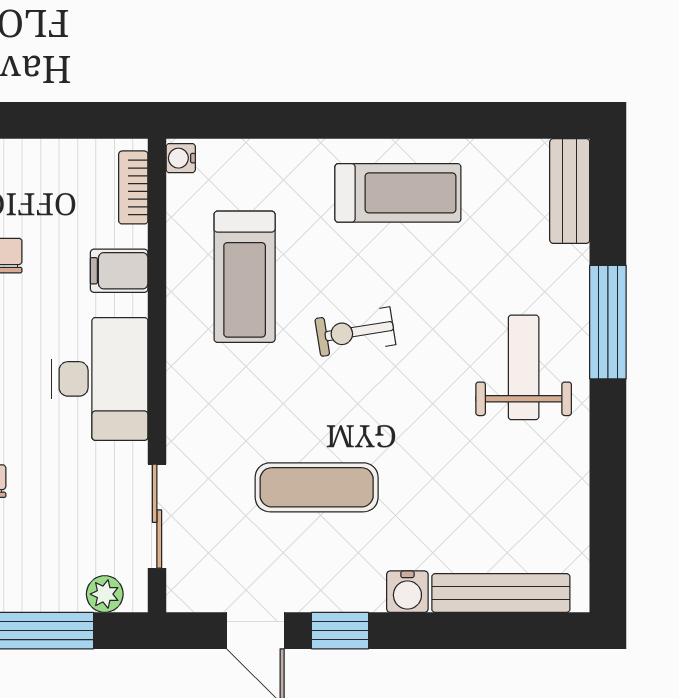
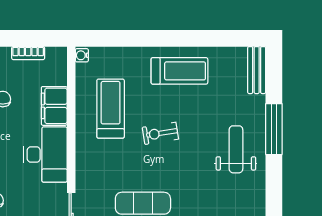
bookcase: (133, 187) -> (28, 53), moved, turned -90
filing cabinet: (119, 271) -> (54, 106), width x2.00
treadmill: (245, 277) -> (111, 109), turned 180

